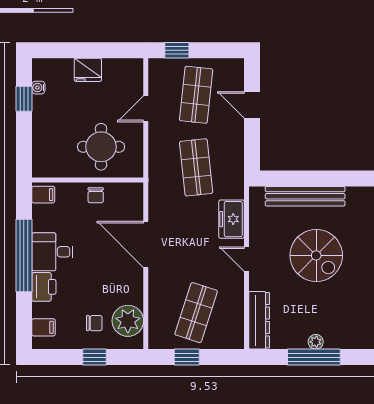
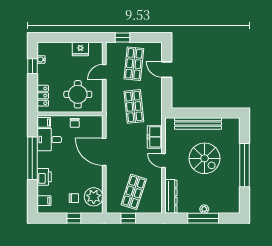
fridge: (88, 70) -> (80, 49), moved
locker: (41, 149) -> (43, 96), added
desk: (52, 252) -> (49, 140), moved

